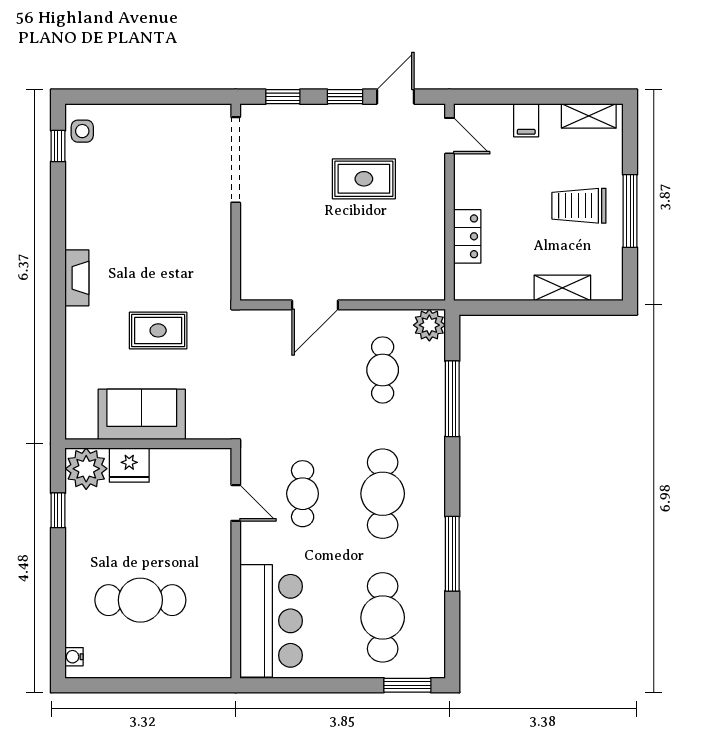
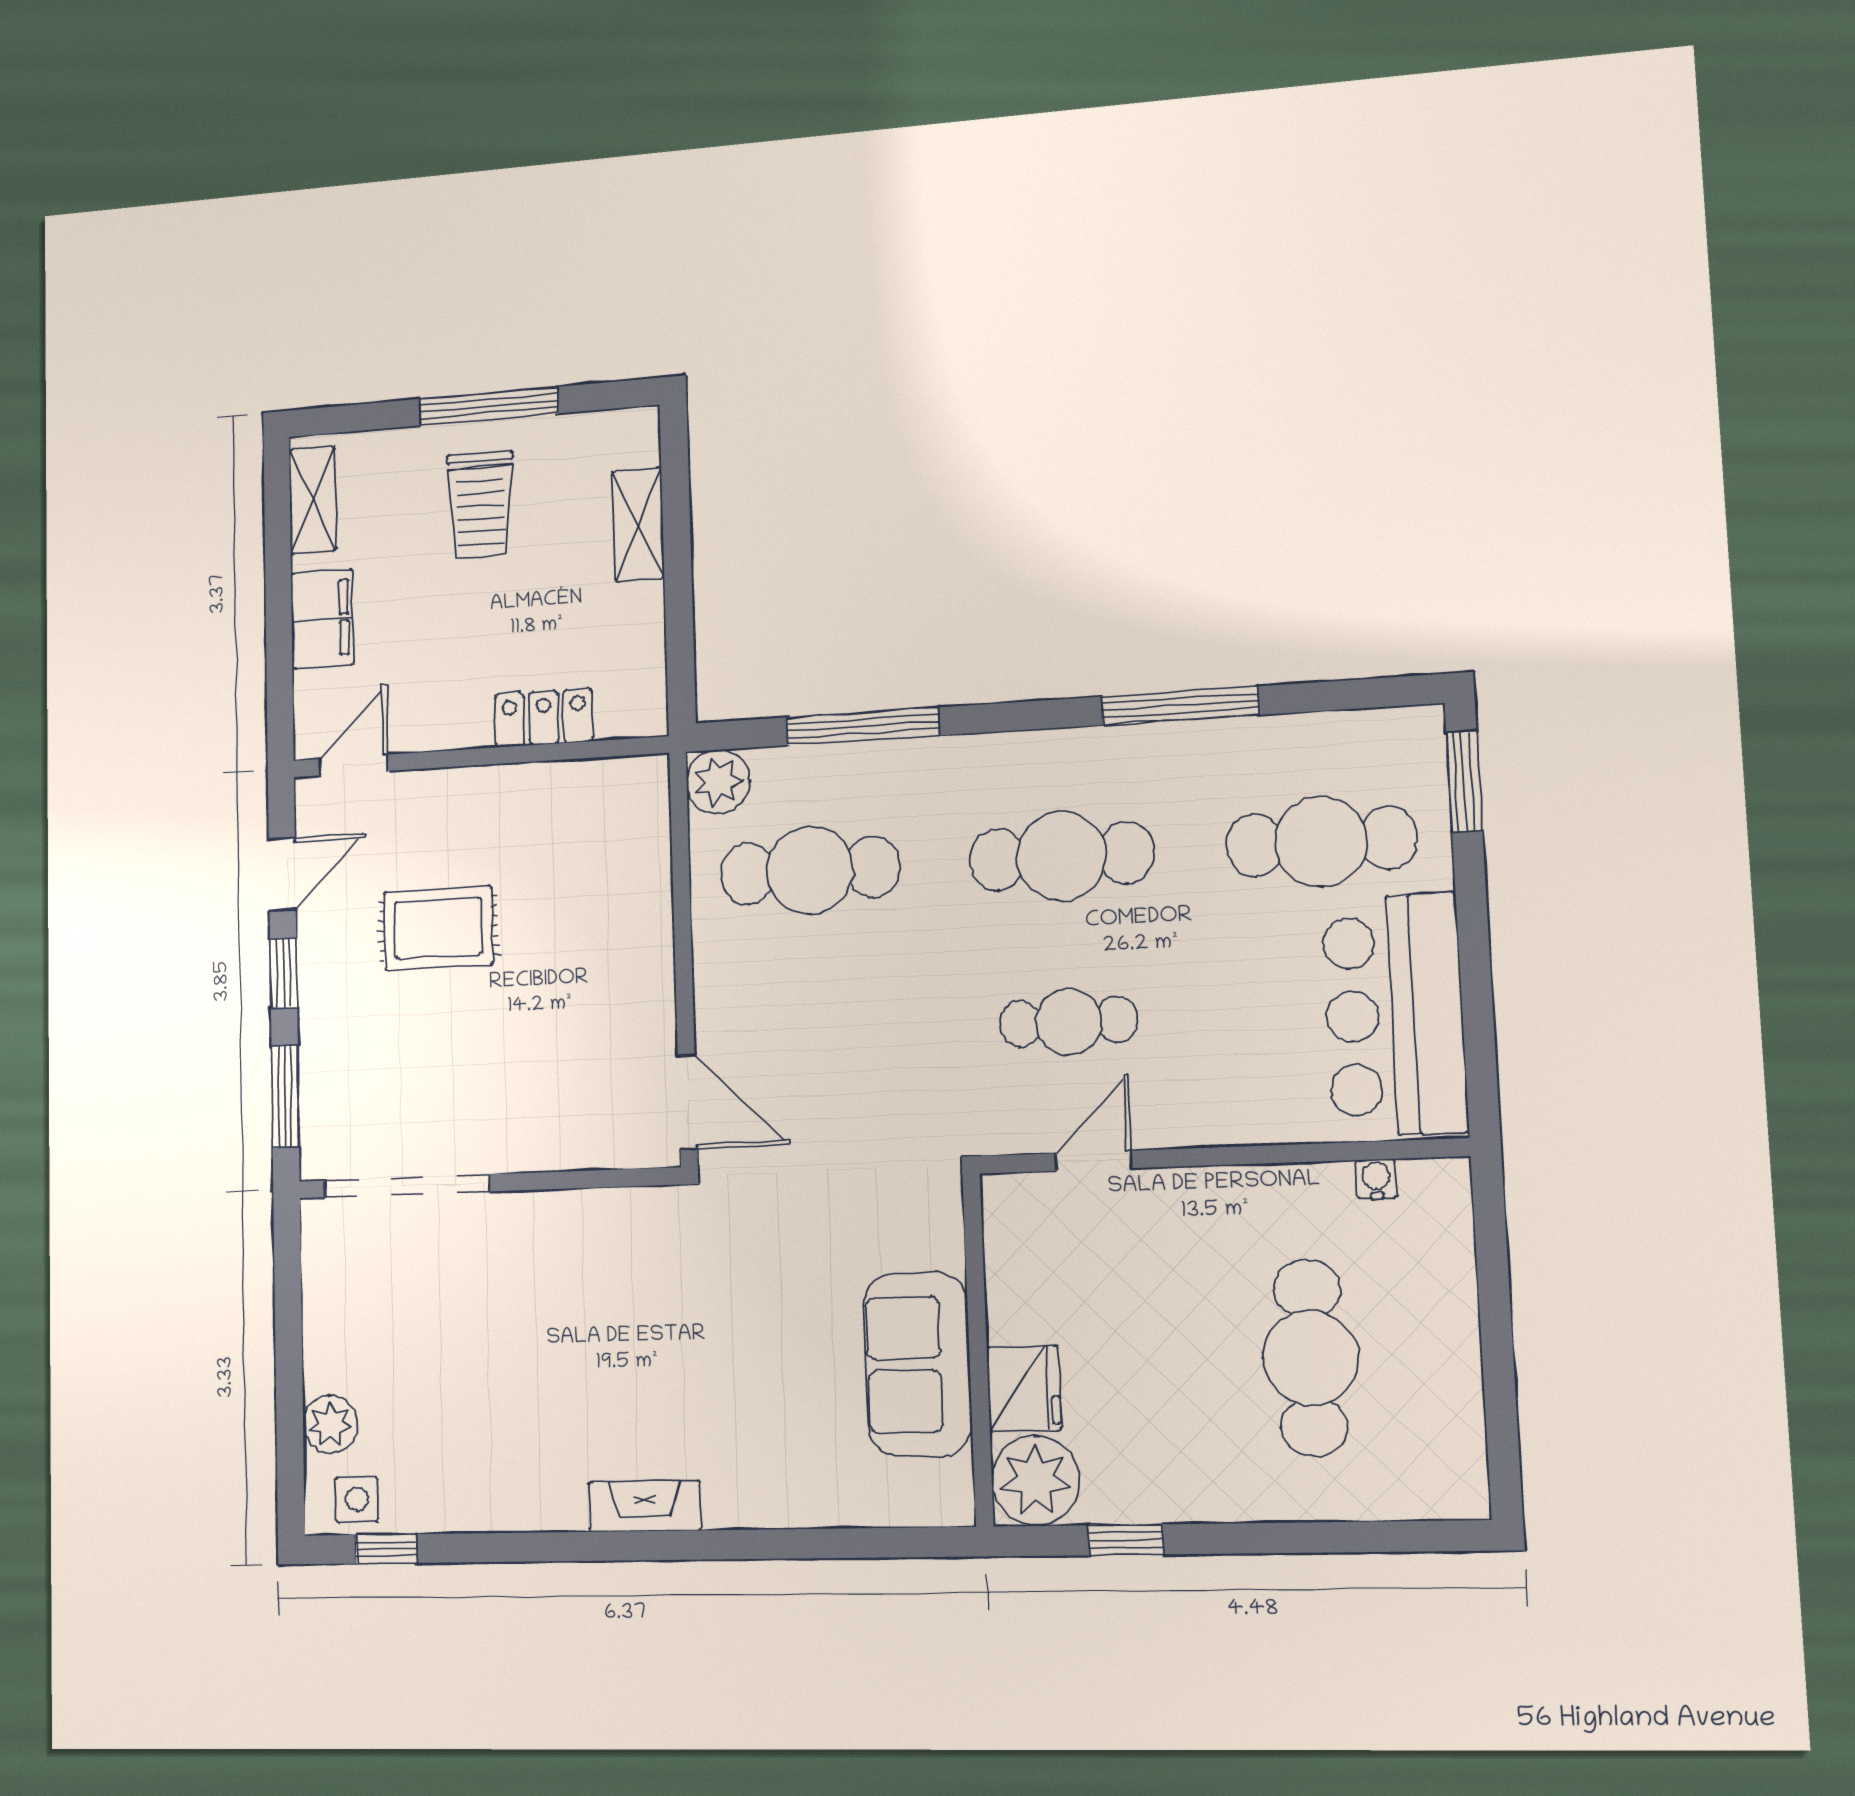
window: (283, 97) -> (285, 1096), width x1.50
door: (395, 97) -> (282, 875), swing flipped
plant: (119, 118) -> (330, 1424), added
filing cabinet: (526, 120) -> (322, 619), width x2.00
rug: (364, 179) -> (438, 928), turned 90
door: (315, 305) -> (688, 1102), moved
rug: (158, 330) -> (746, 1334), removed
cafe table: (383, 370) -> (810, 870), width x1.37, depth x1.35
bar counter: (271, 621) -> (1394, 1015), moved, turned -90
water cooler: (74, 657) -> (1376, 1179), moved, turned 180

